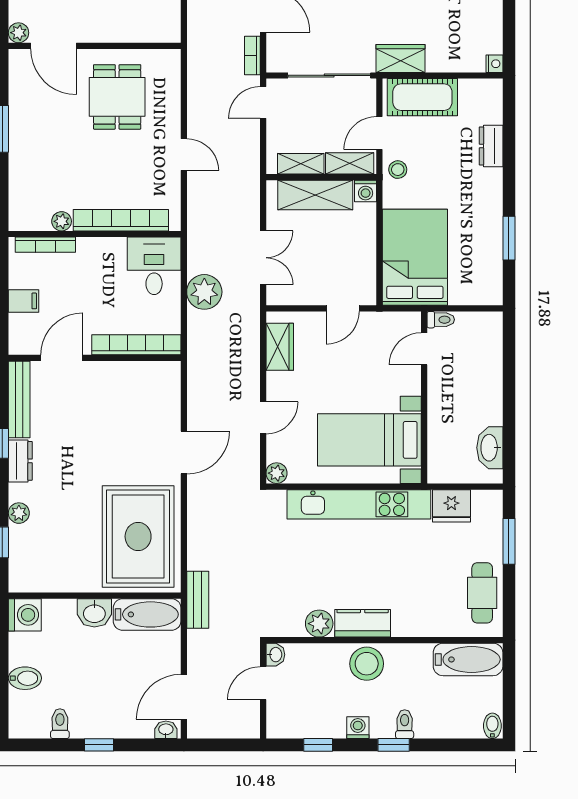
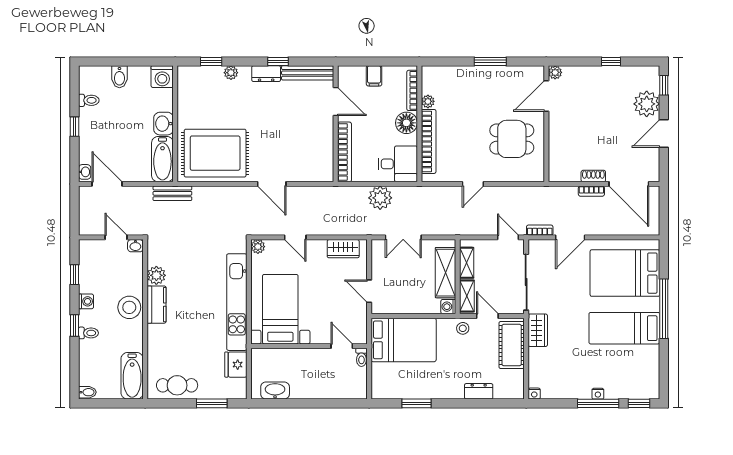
floor lamp: (93, 253) -> (406, 123), added

